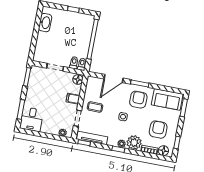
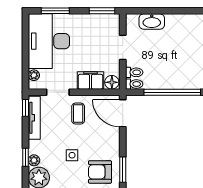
washbasin: (45, 23) -> (152, 22), moved
door: (114, 79) -> (123, 113), moved
filing cabinet: (73, 99) -> (91, 80), width x2.00
armchair: (138, 100) -> (100, 172), turned 180
desk: (32, 119) -> (49, 41), width x1.87, depth x1.30

